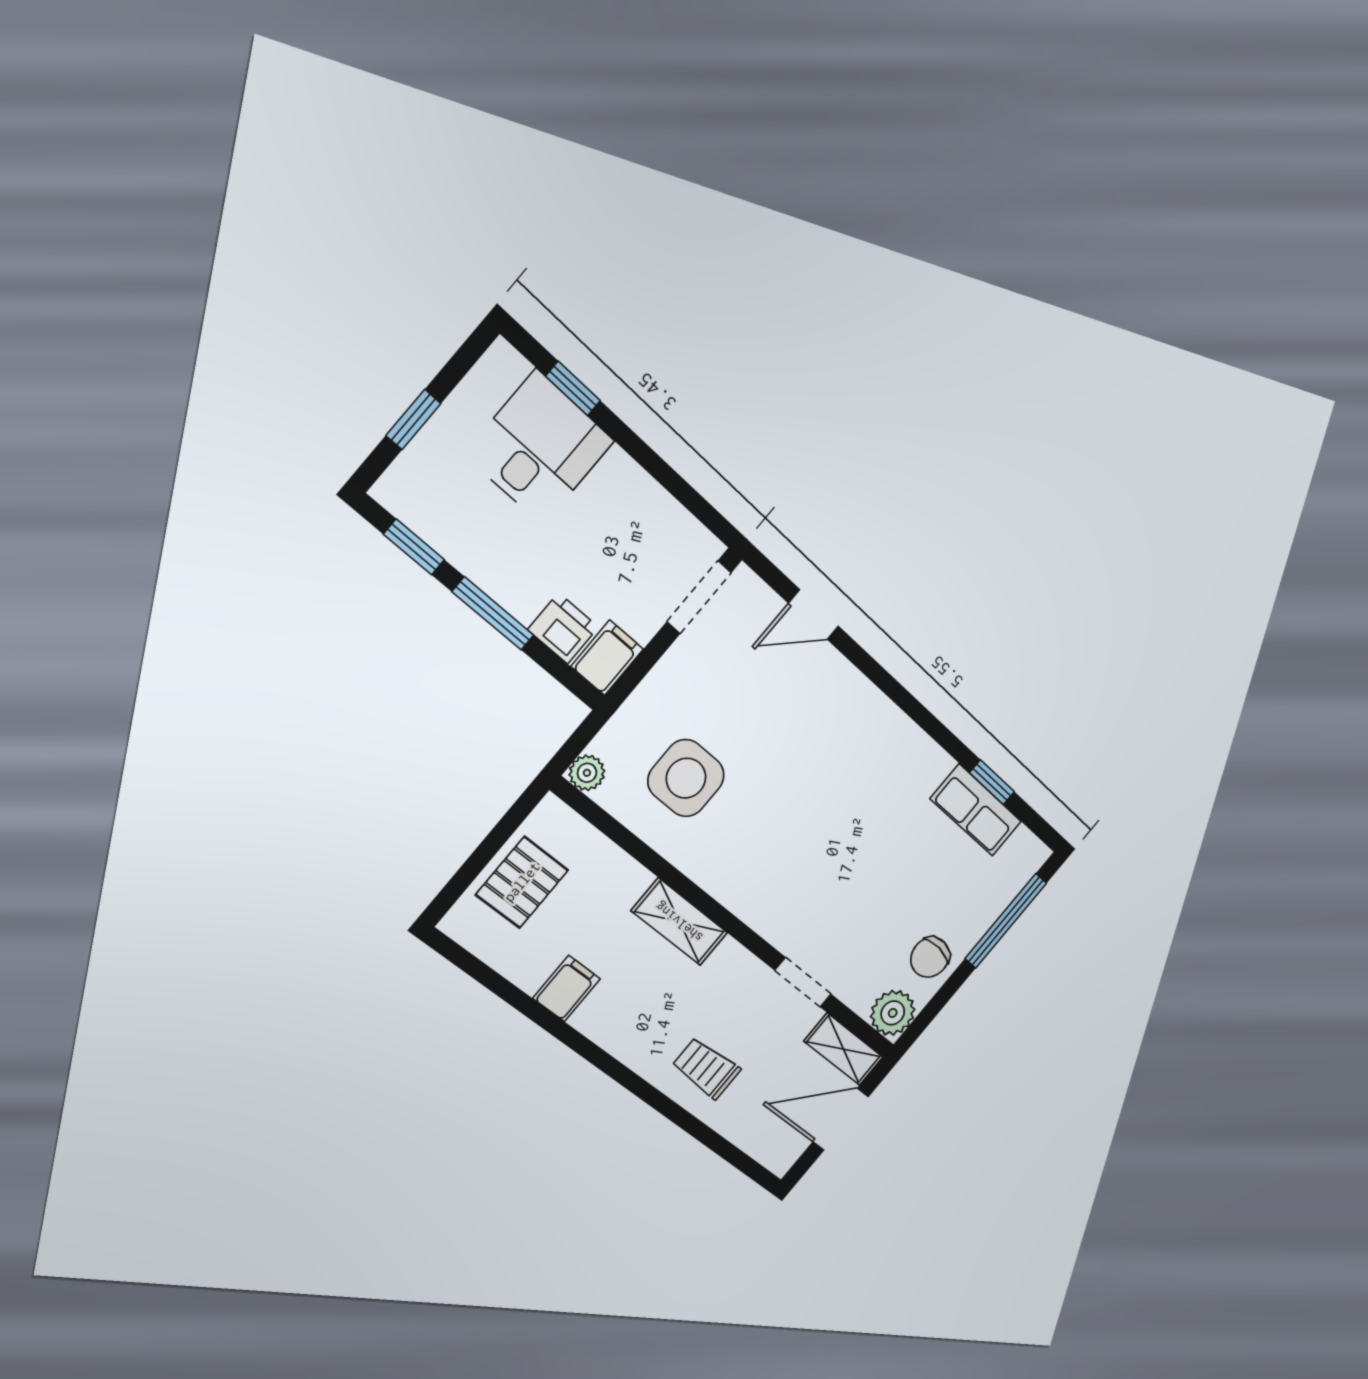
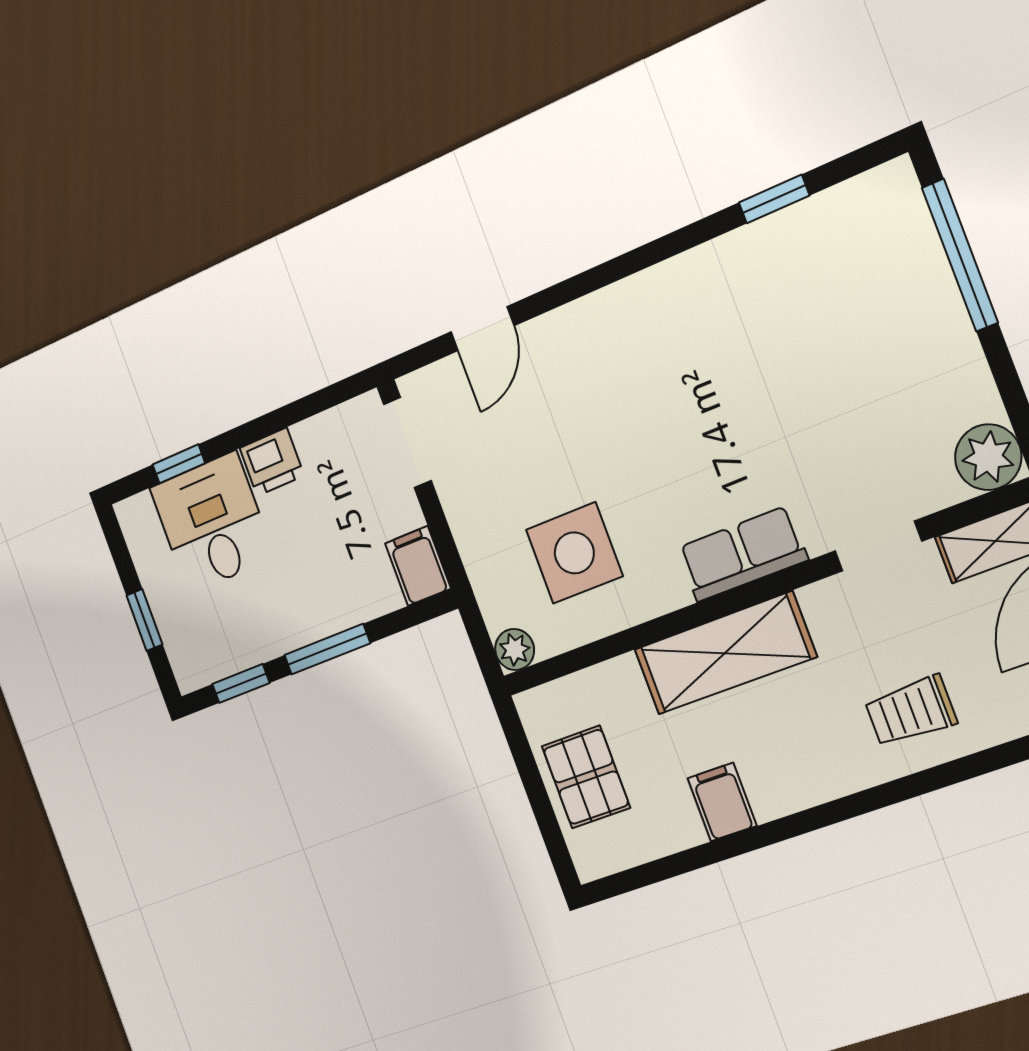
printer: (563, 628) -> (272, 462), moved, turned 180
row of seats: (976, 810) -> (742, 554), moved, turned 180
shelving: (679, 922) -> (725, 653), width x1.50, depth x1.33
chair: (930, 957) -> (946, 376), removed

